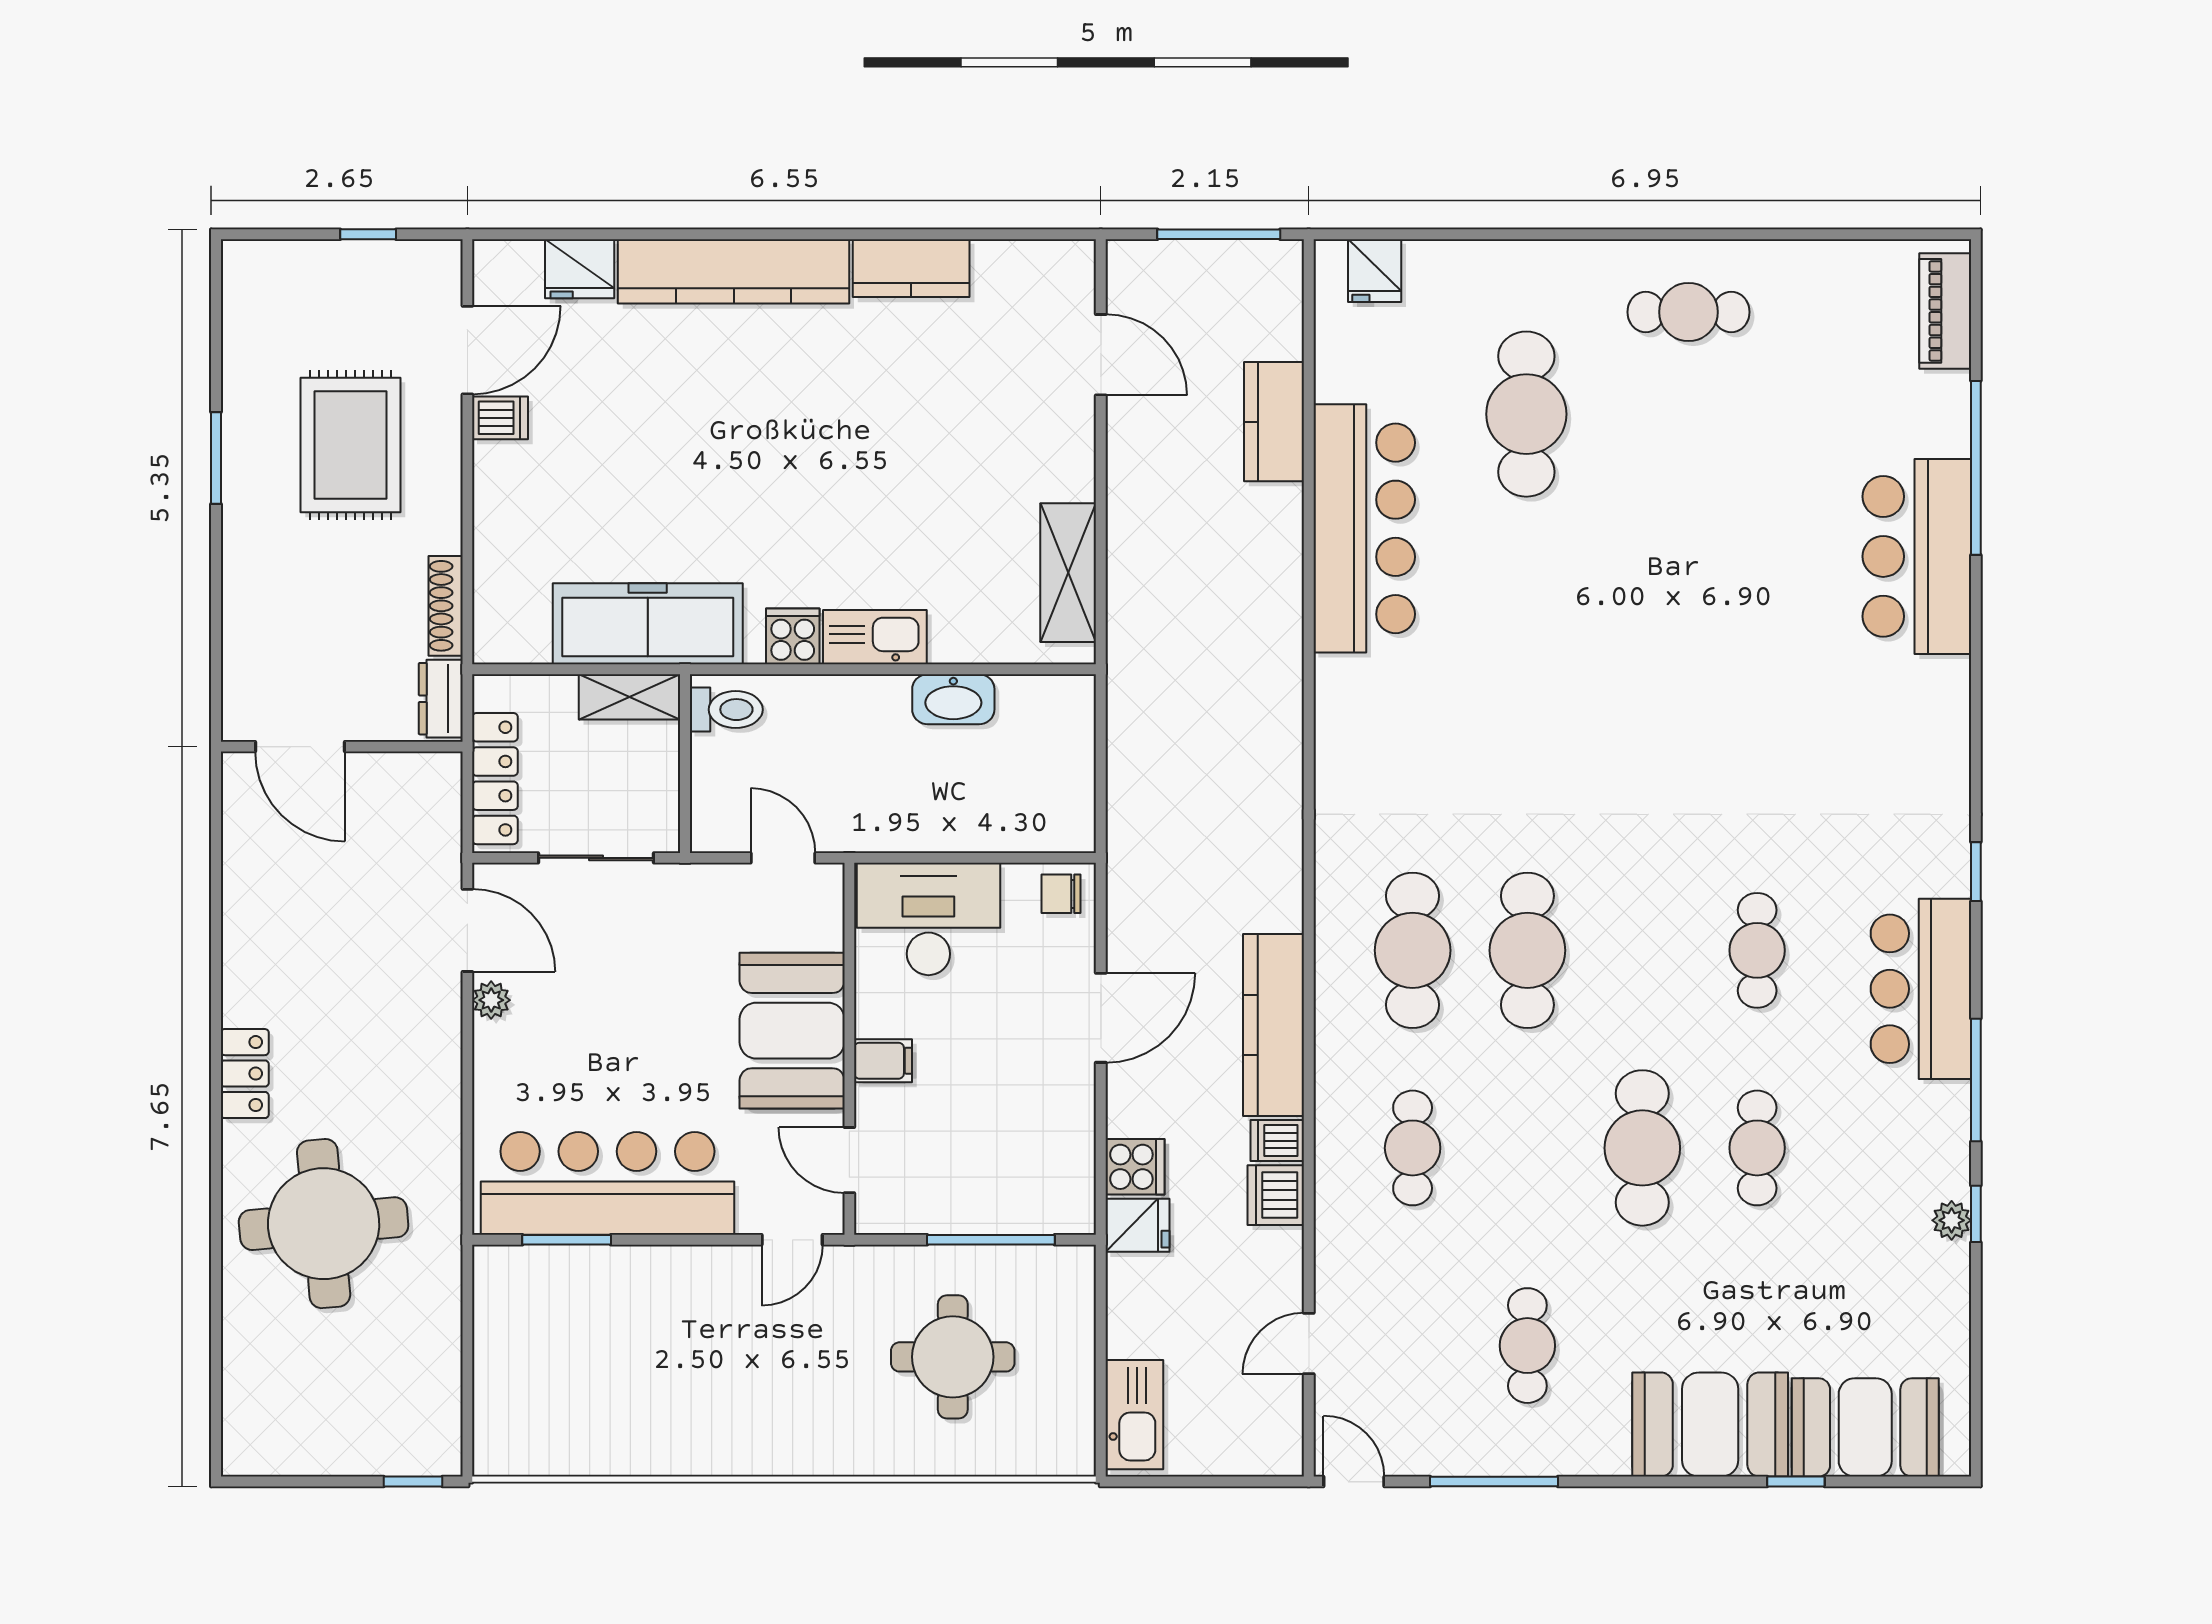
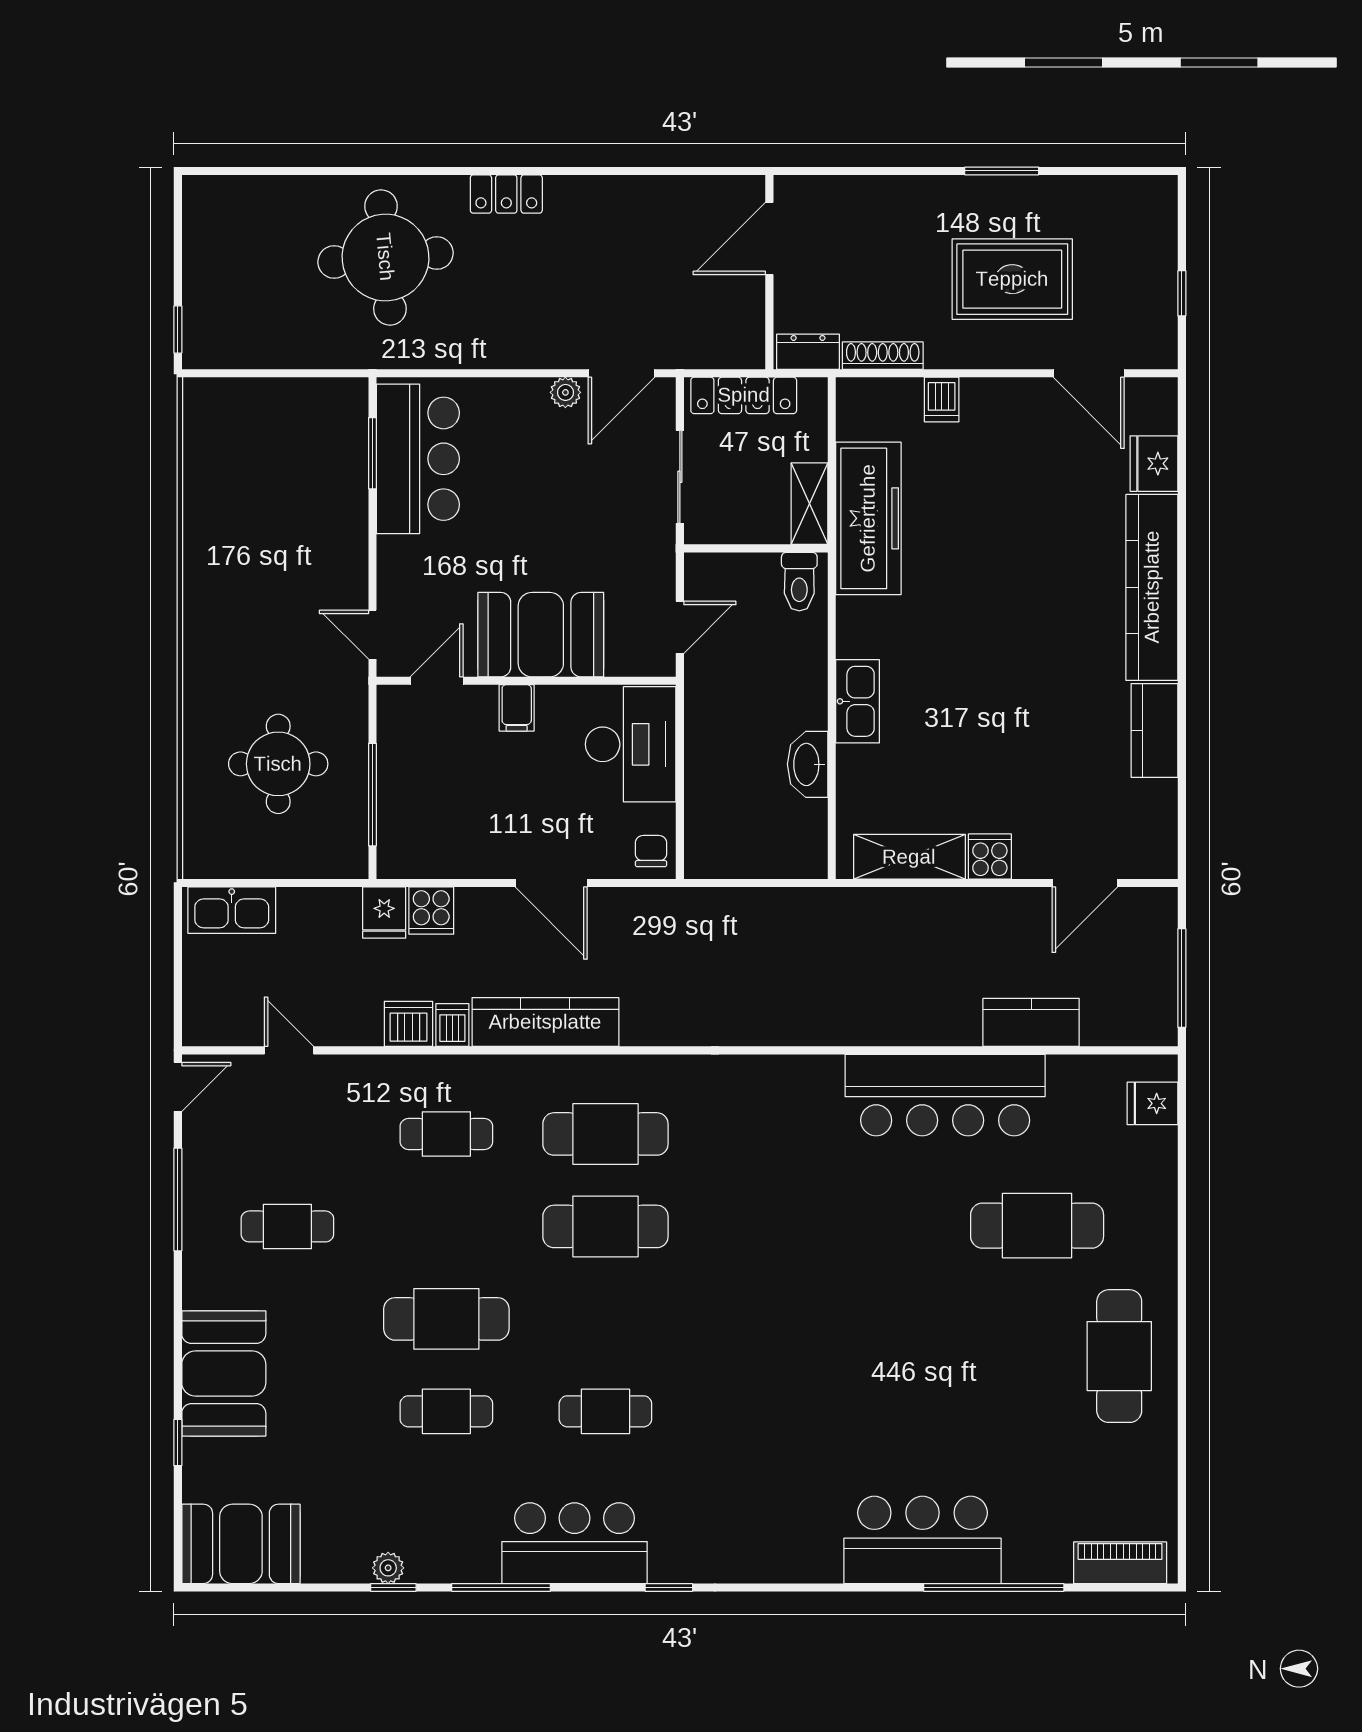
cafe table: (1689, 312) -> (1119, 1356), width x1.37, depth x1.35
dishwasher: (500, 418) -> (942, 400), moved
cooker: (793, 636) -> (990, 857), moved, turned -90
bar counter: (607, 1183) -> (418, 459), width x0.73
booth: (1865, 1427) -> (241, 1544), moved, turned 90

